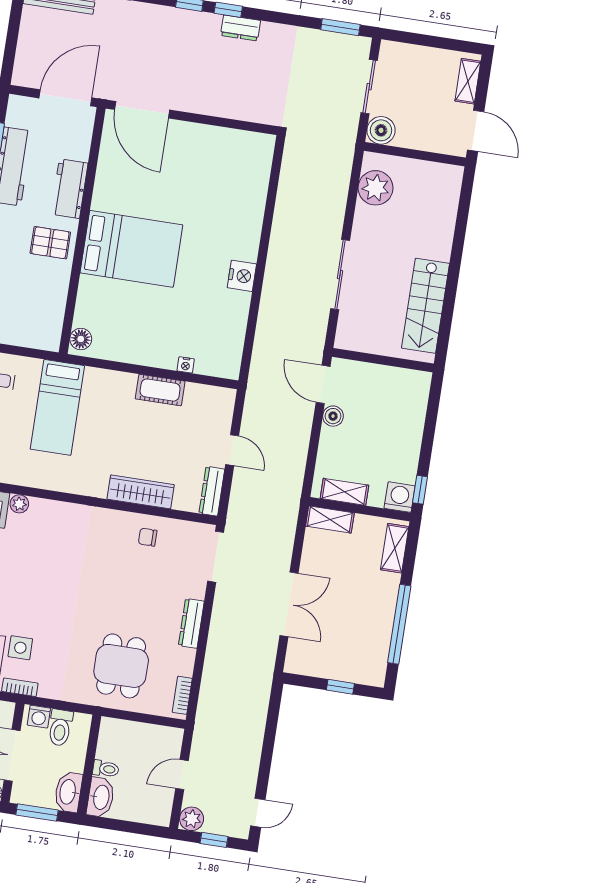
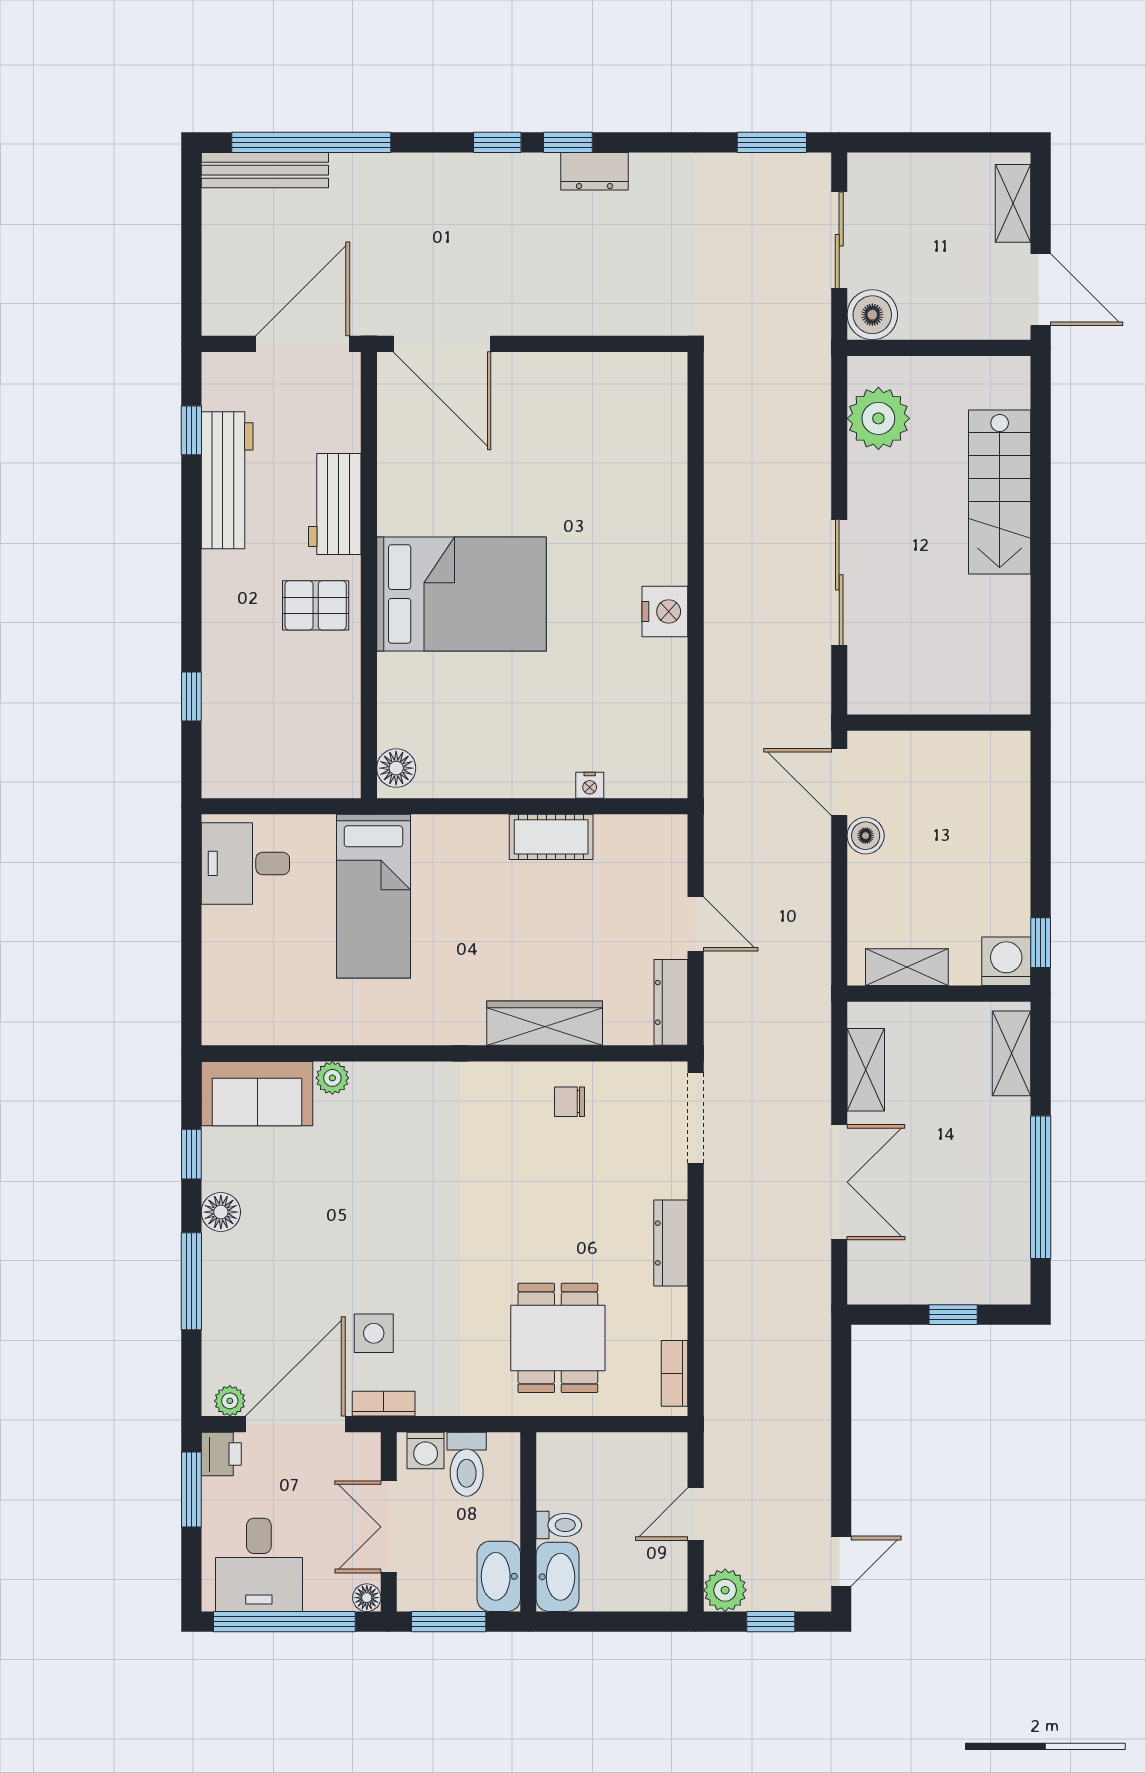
stairs: (425, 306) -> (1000, 492), moved
shelving: (330, 519) -> (866, 1070), moved, turned 90

